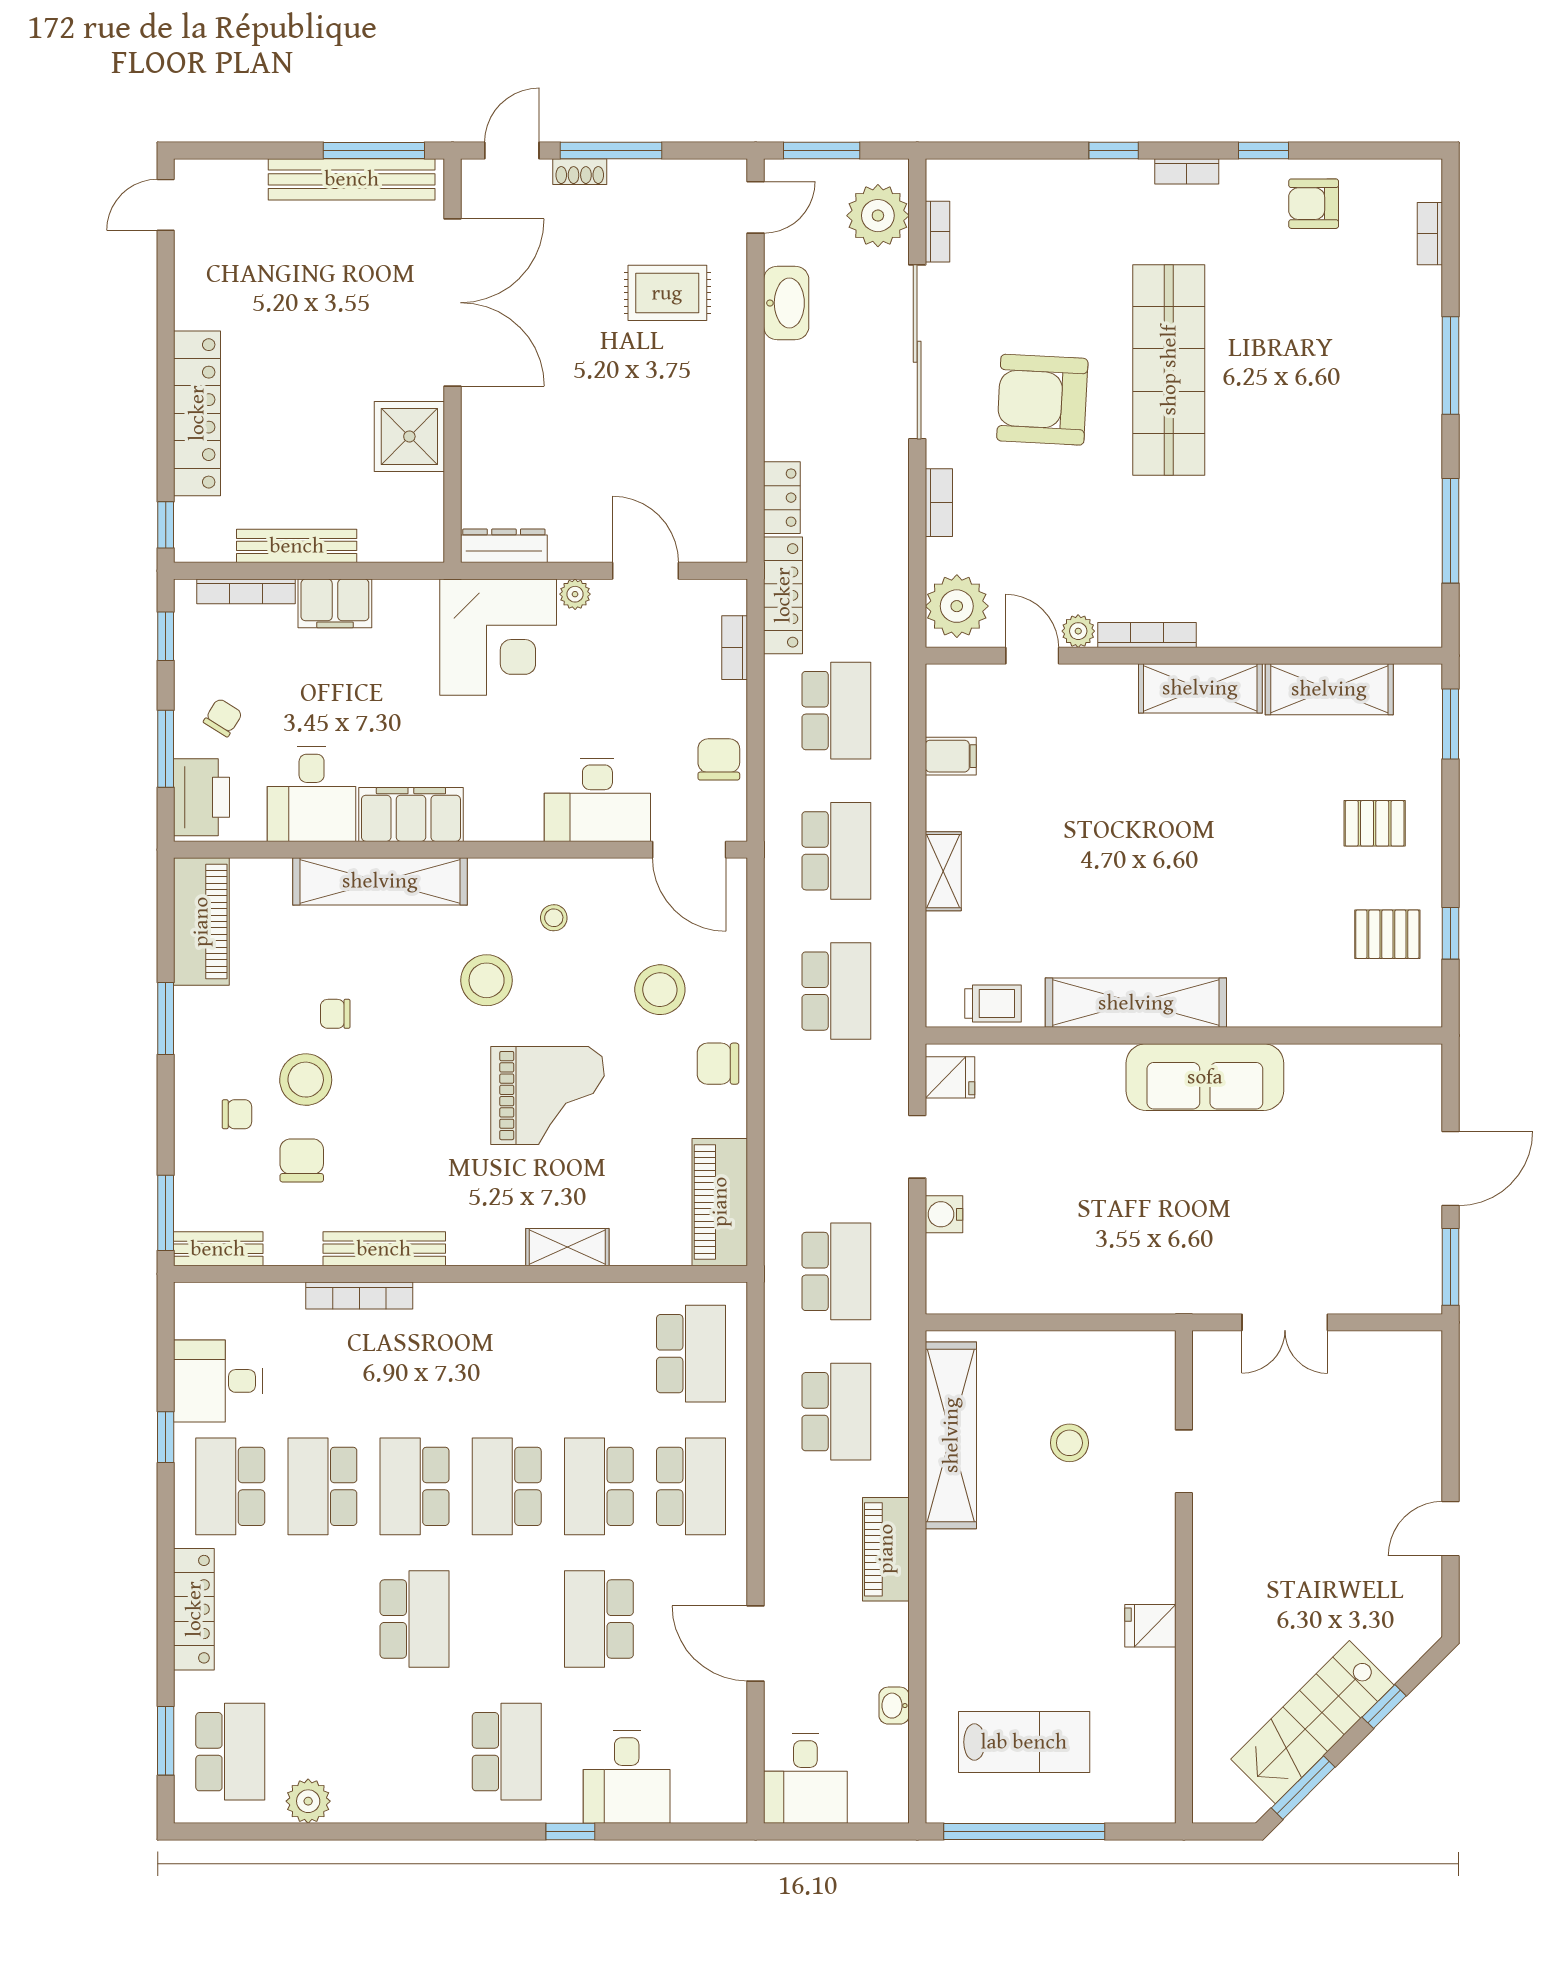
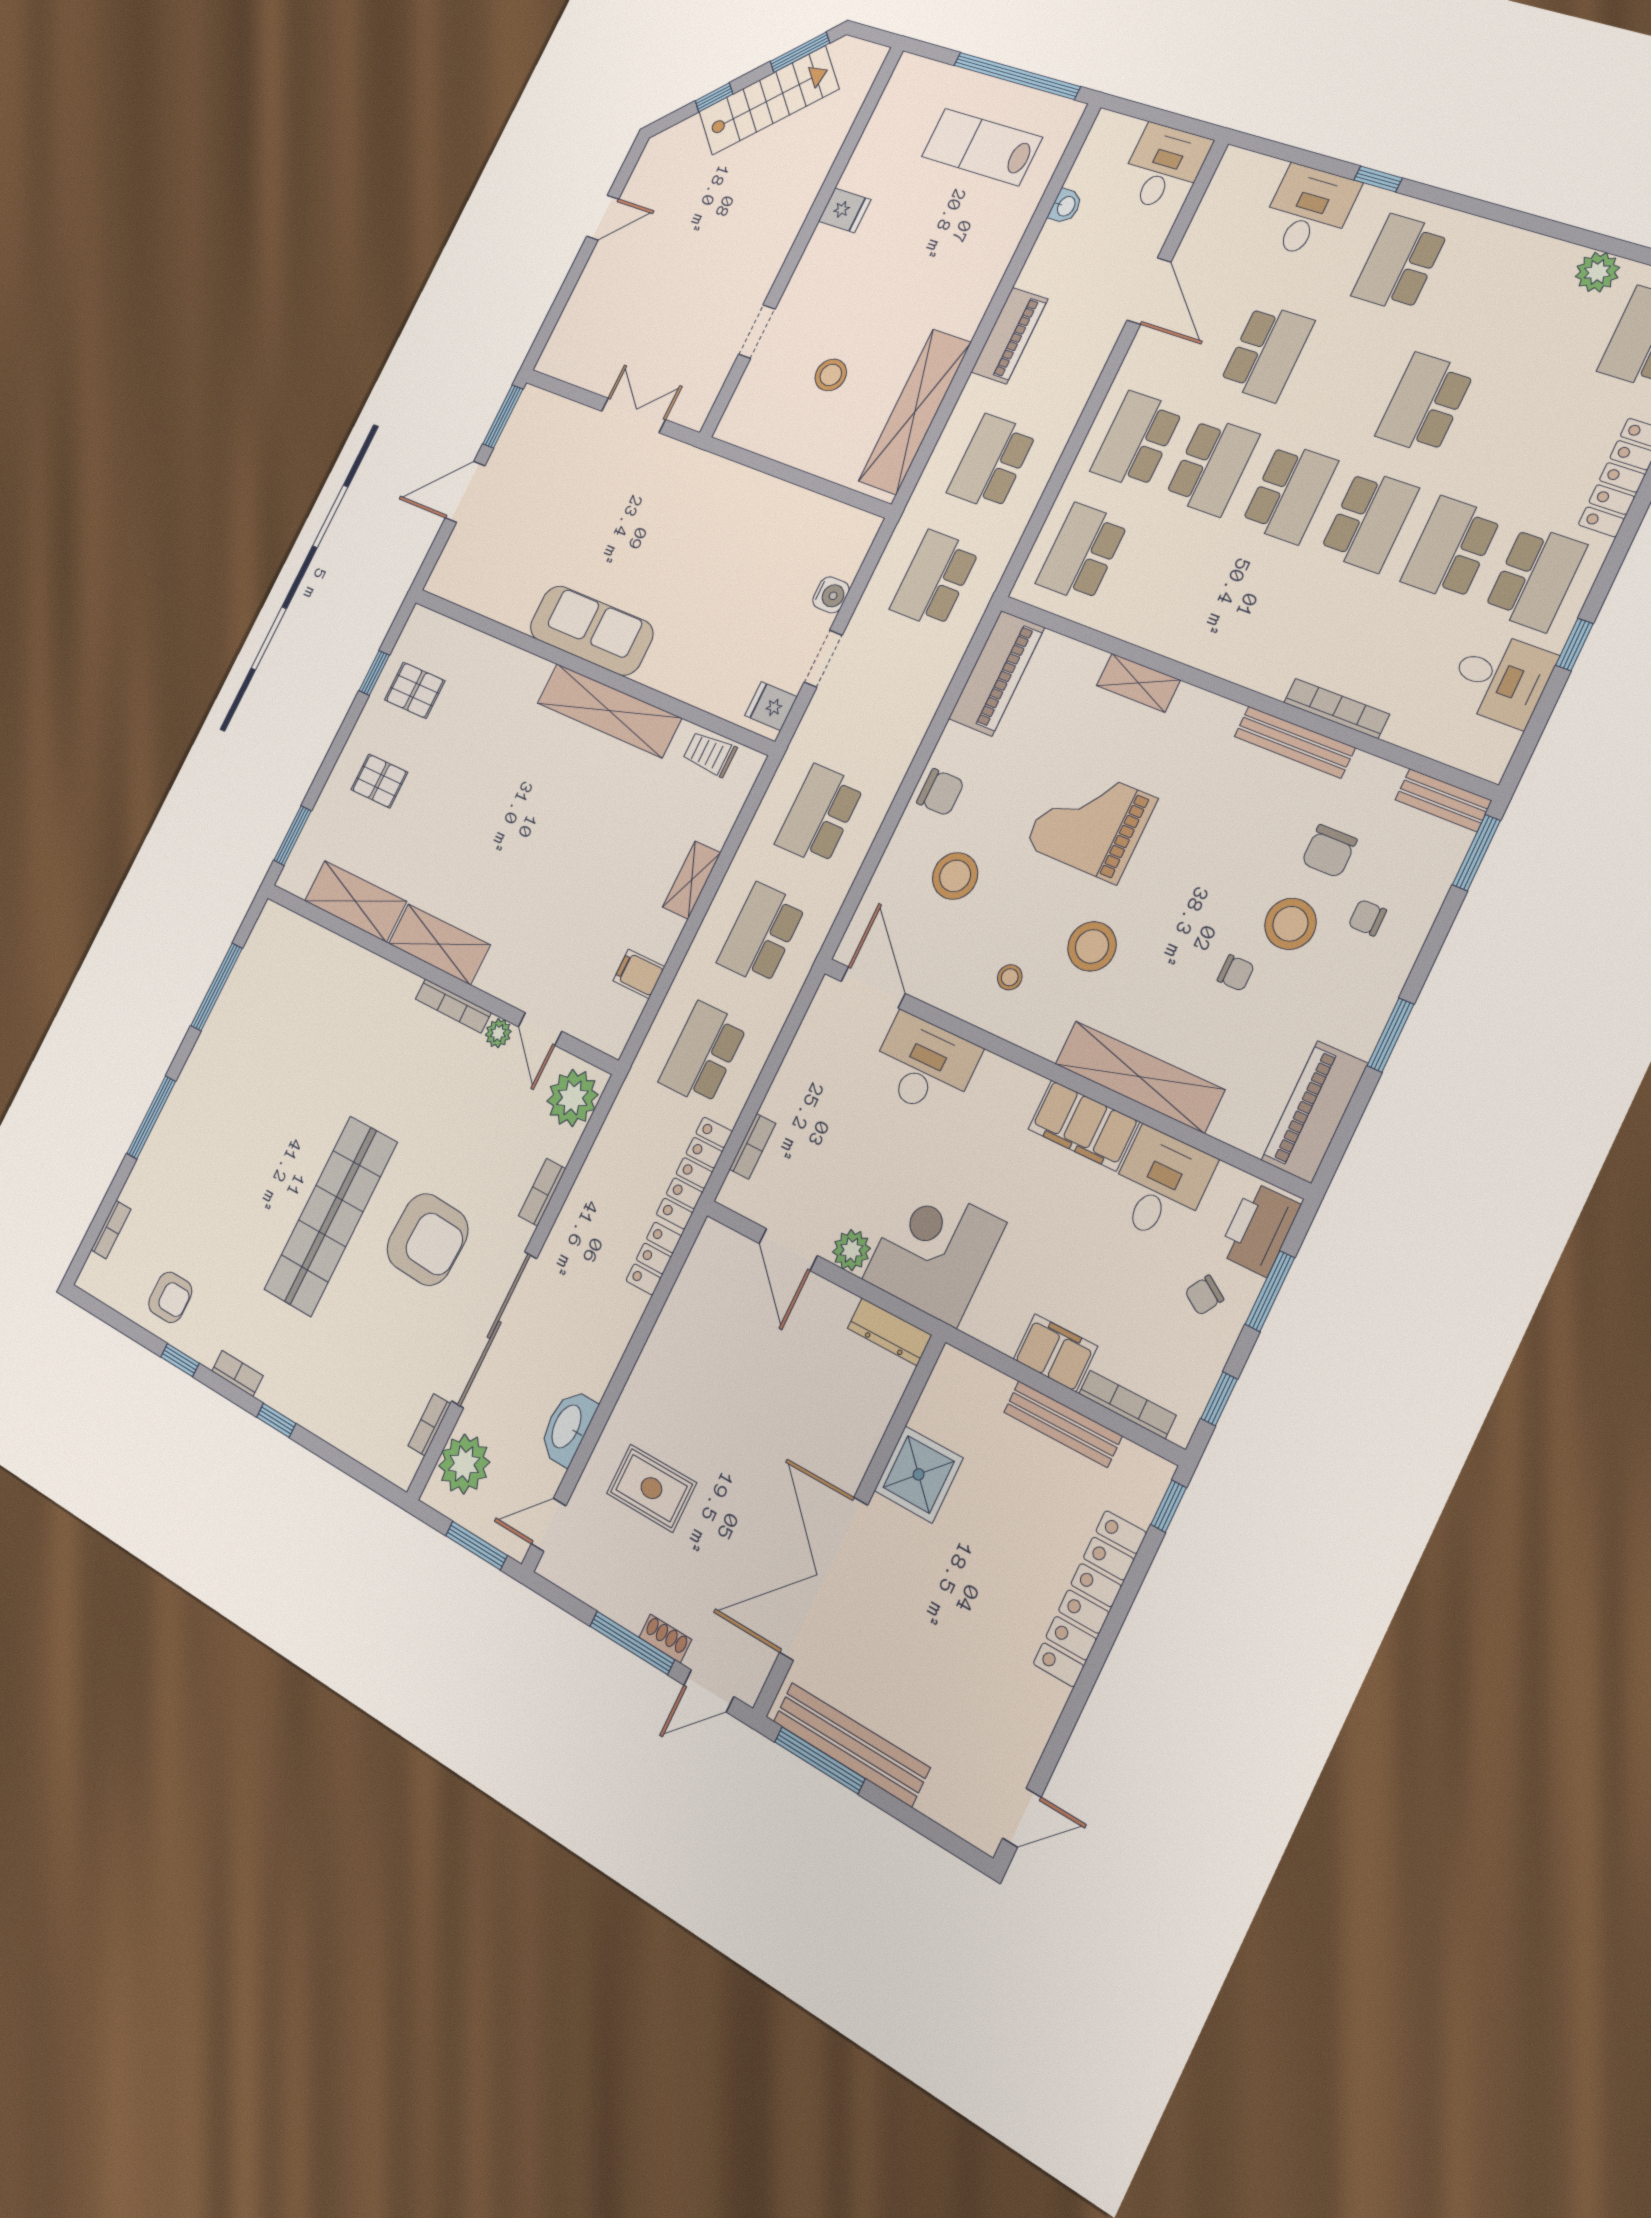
plant: (575, 594) -> (851, 1250), width x1.38, depth x1.38
chair: (719, 759) -> (812, 1055), removed
school desk: (322, 1486) -> (1451, 549), turned 180

